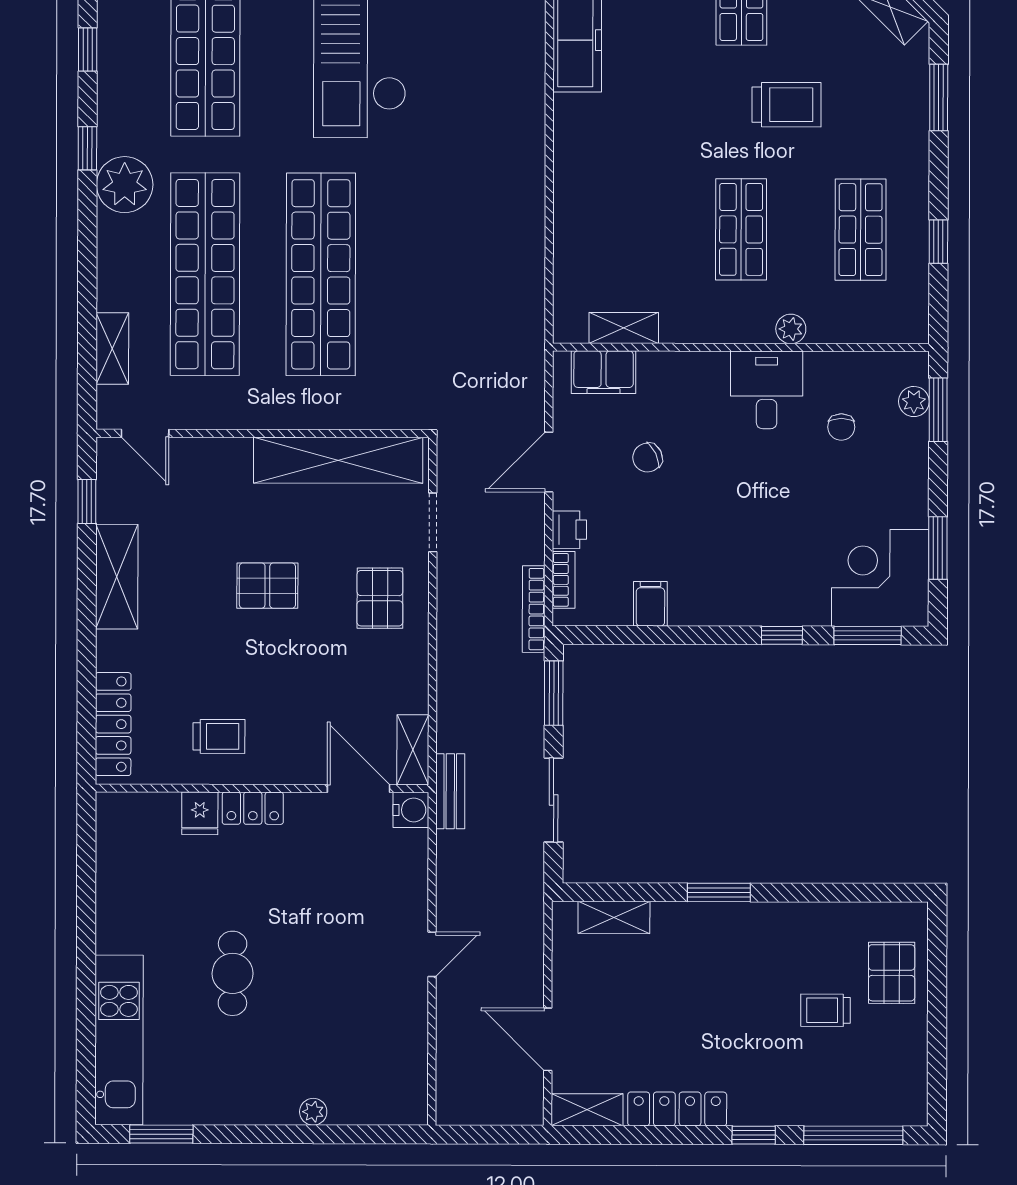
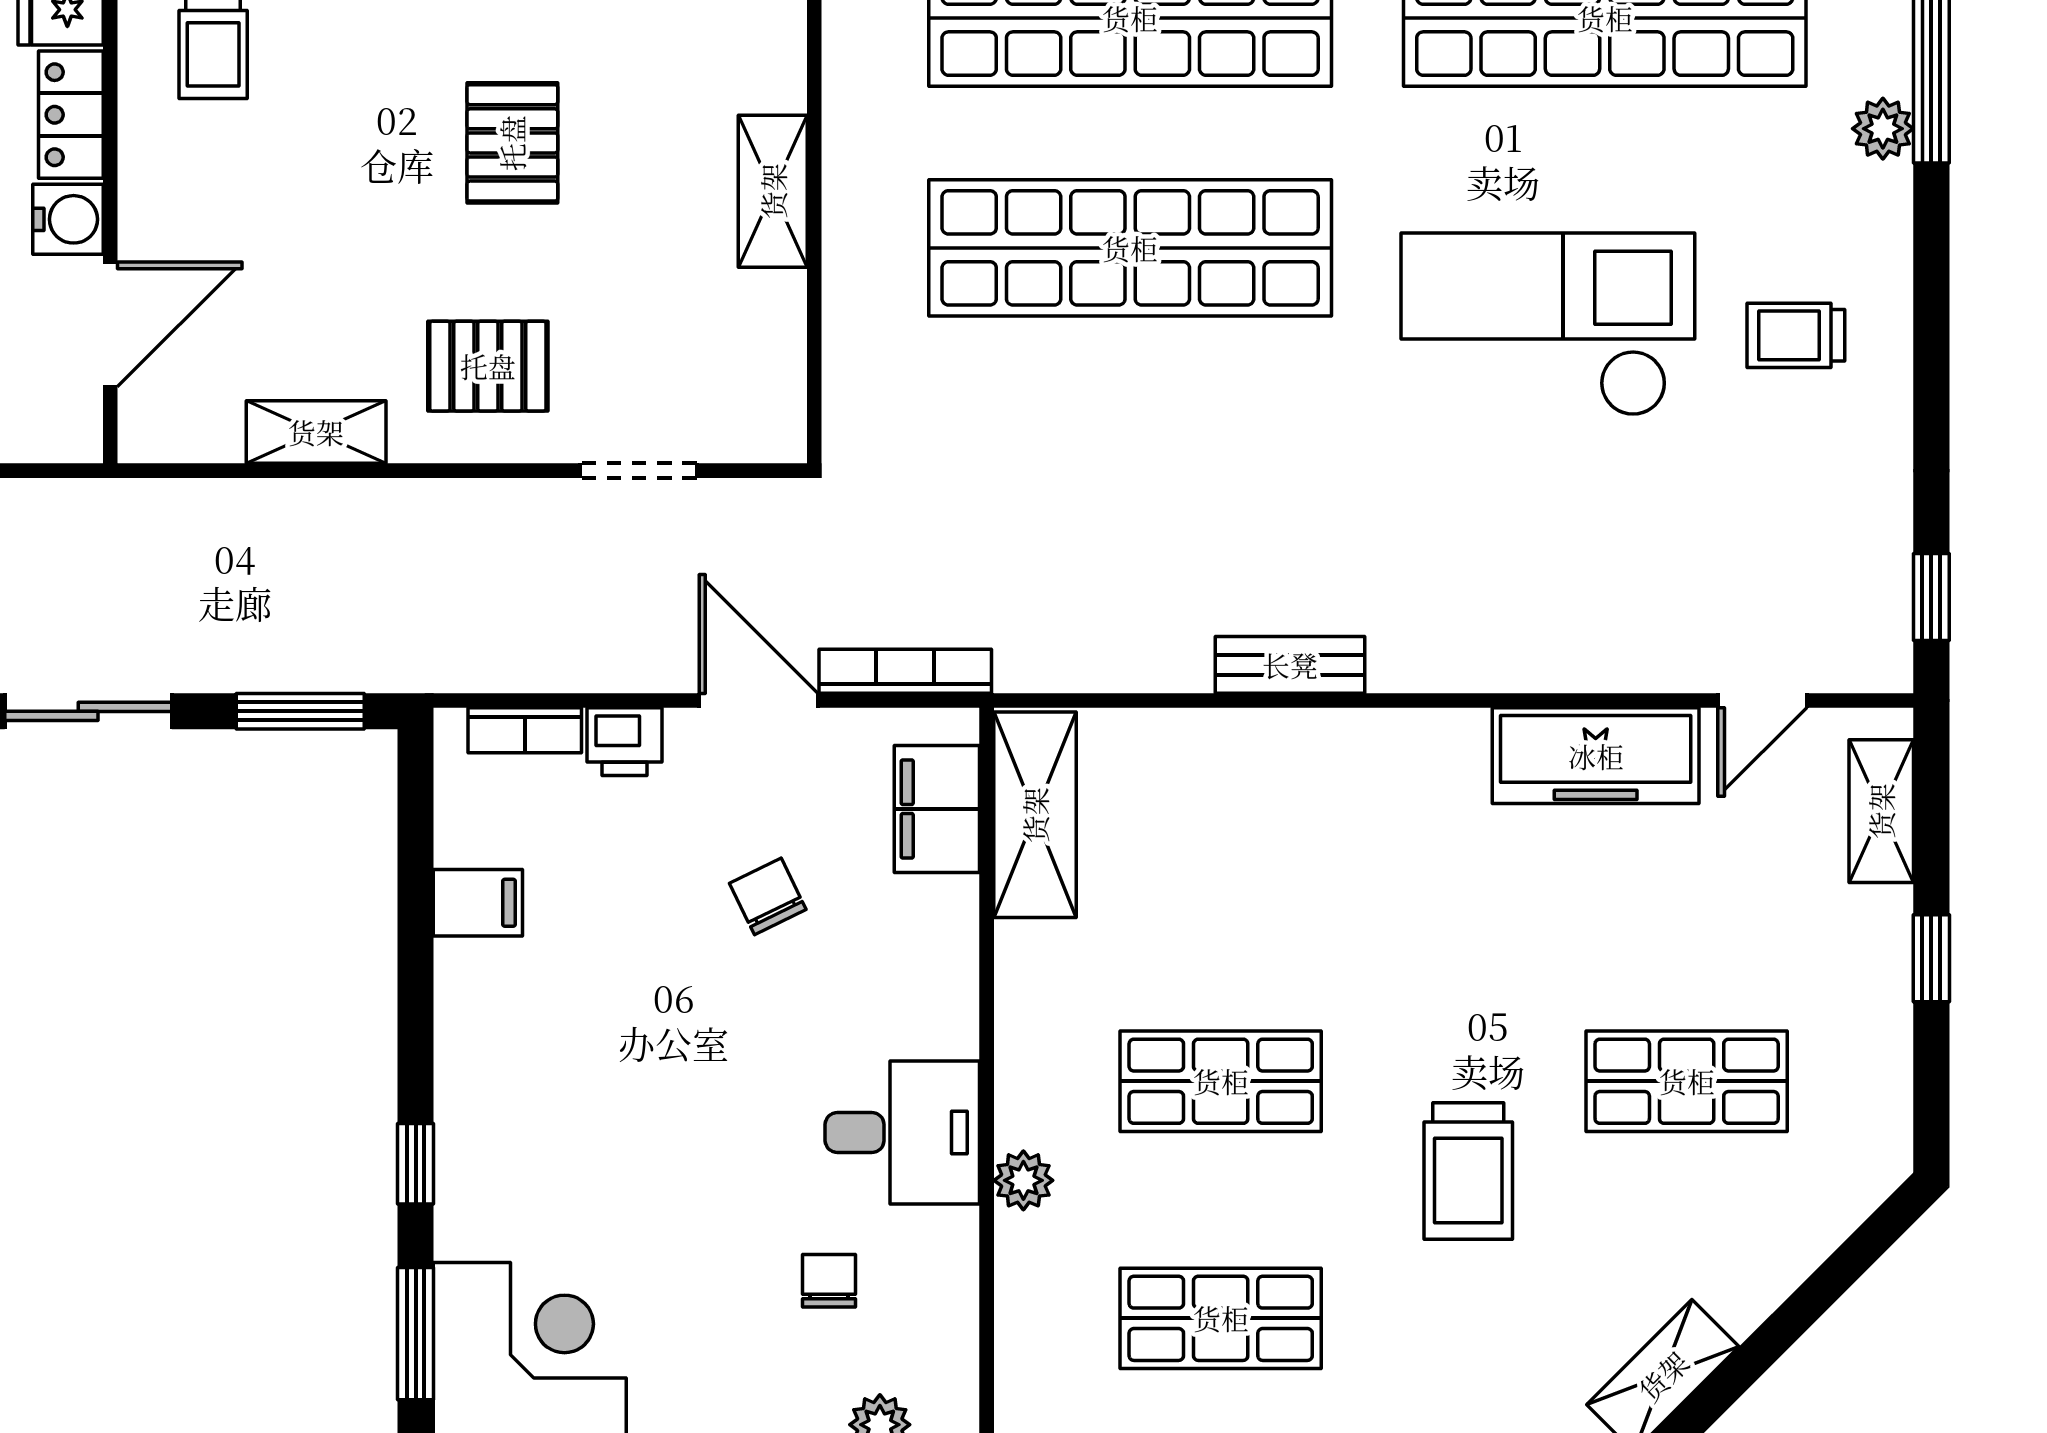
shelving: (624, 328) -> (1035, 815), width x1.50, depth x1.33
chair: (841, 427) -> (829, 1281), turned 90
shelving: (338, 460) -> (773, 191), width x0.45, depth x0.75
bookcase: (534, 609) -> (905, 671), moved
shelving: (413, 750) -> (316, 432), moved
bench: (450, 791) -> (1290, 665), moved
water cooler: (411, 810) -> (68, 219), moved, turned -90

